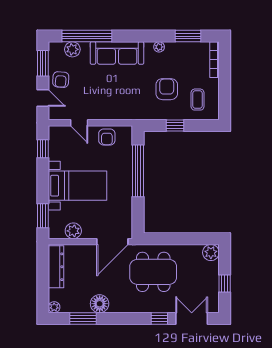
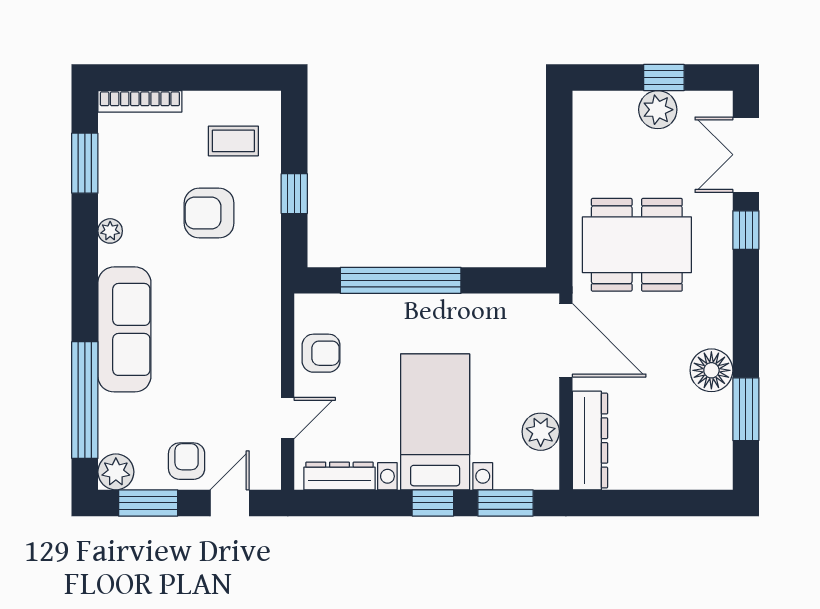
plant: (72, 49) -> (116, 472), moved
armchair: (61, 80) -> (187, 461), turned -94
dresser: (54, 145) -> (339, 476), added
window: (43, 149) -> (433, 503), moved
plant: (211, 253) -> (658, 110), moved
dresser: (56, 267) -> (590, 441), moved, turned 90
dining table: (153, 272) -> (637, 245), turned 90
plant: (54, 307) -> (720, 477), removed

